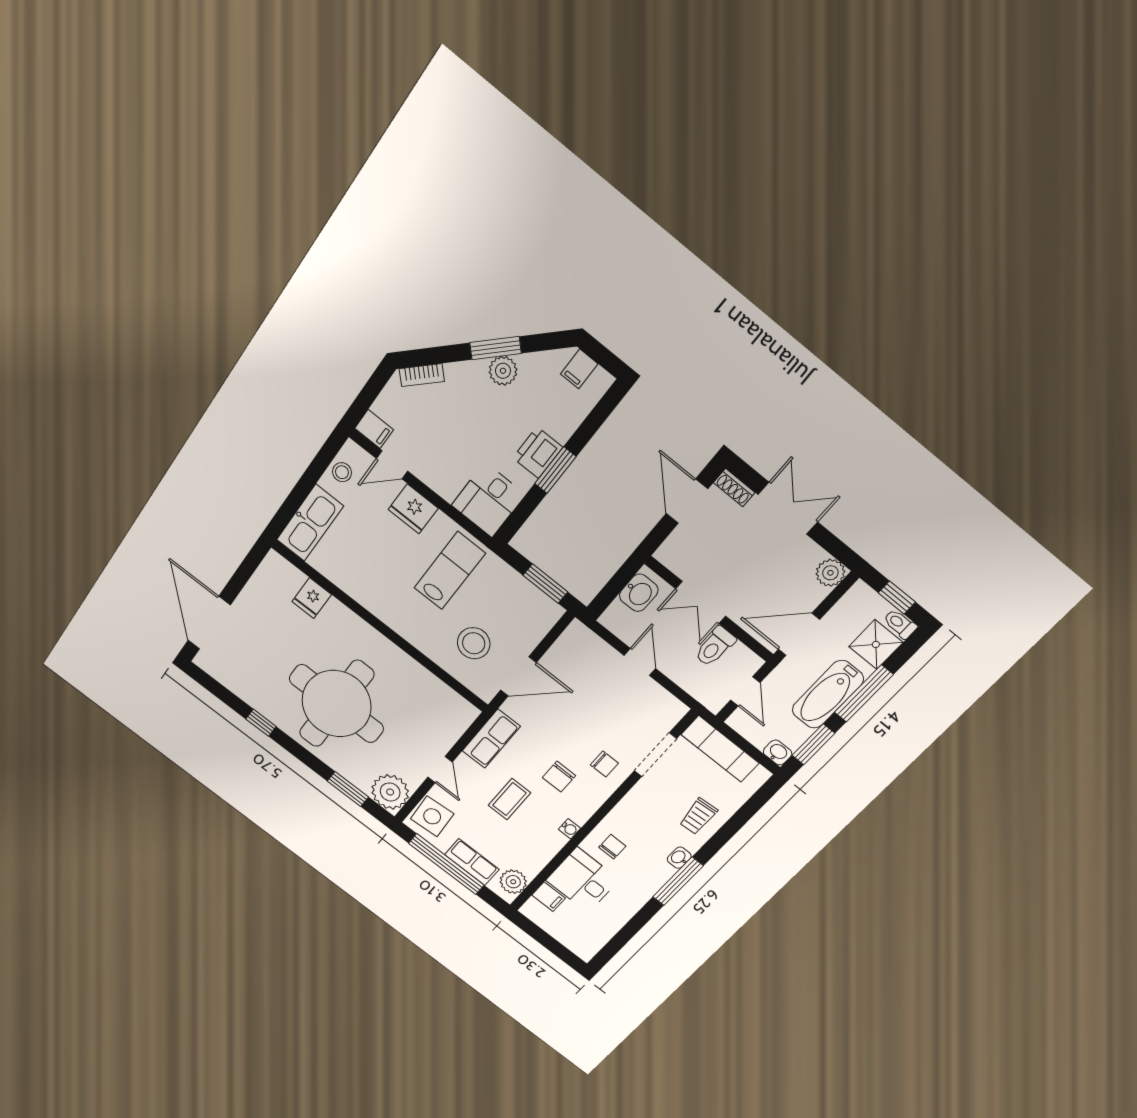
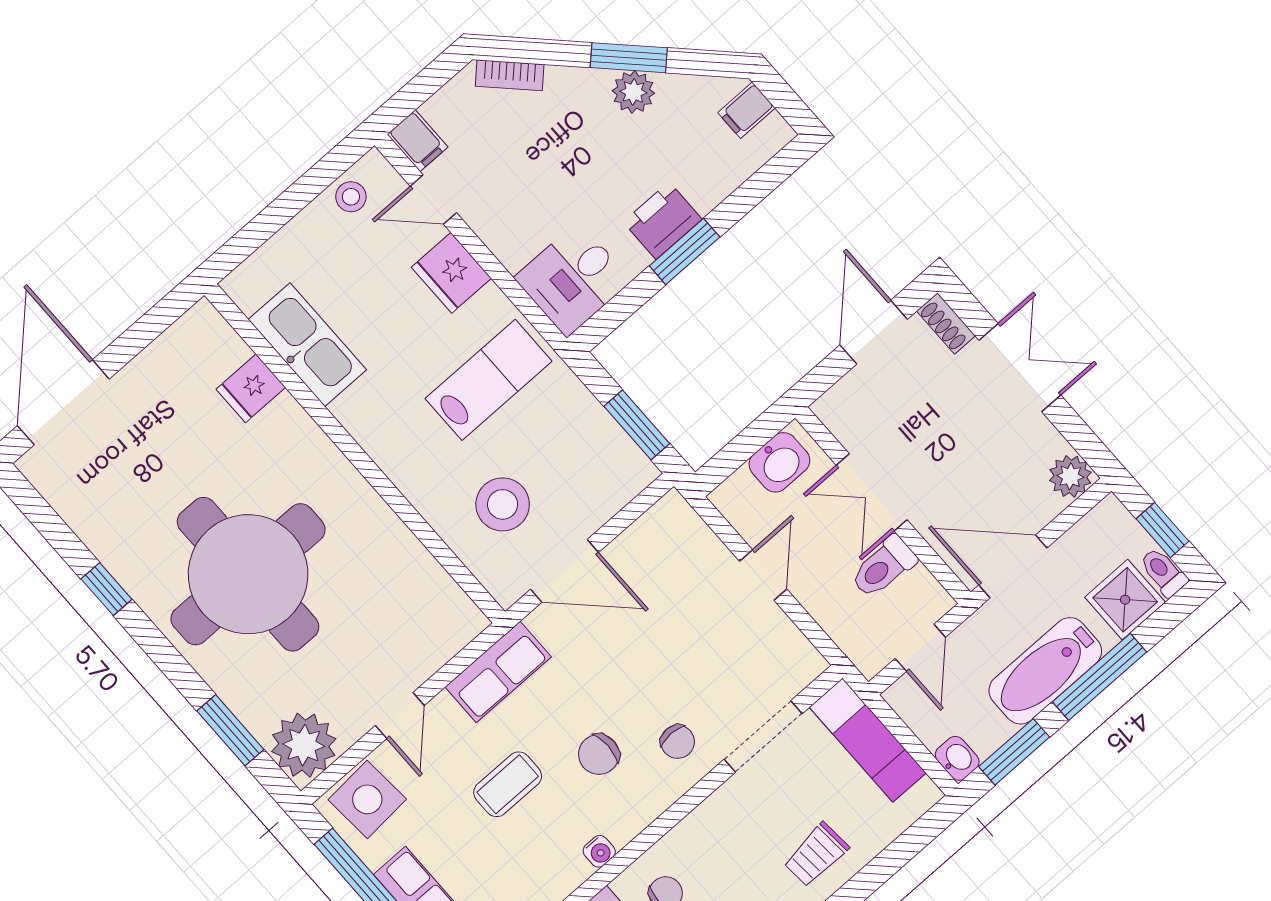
kitchen sink: (310, 523) -> (307, 345), moved, turned -90

